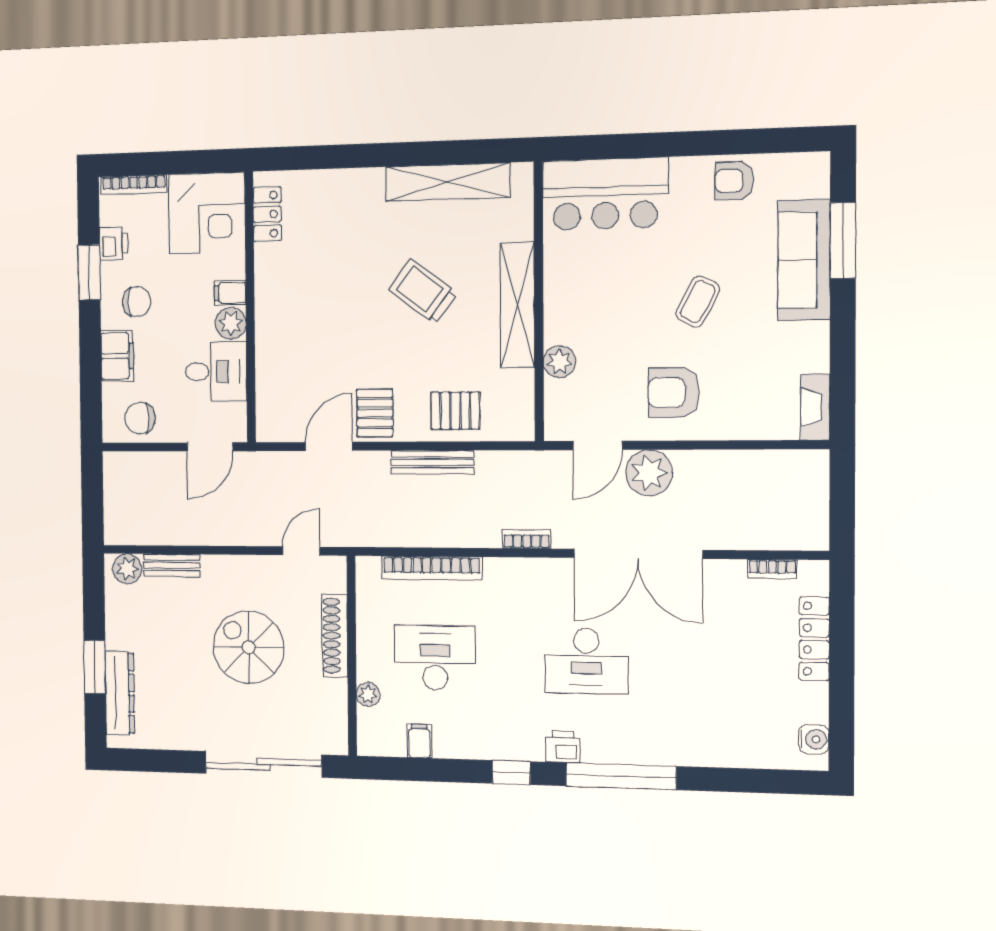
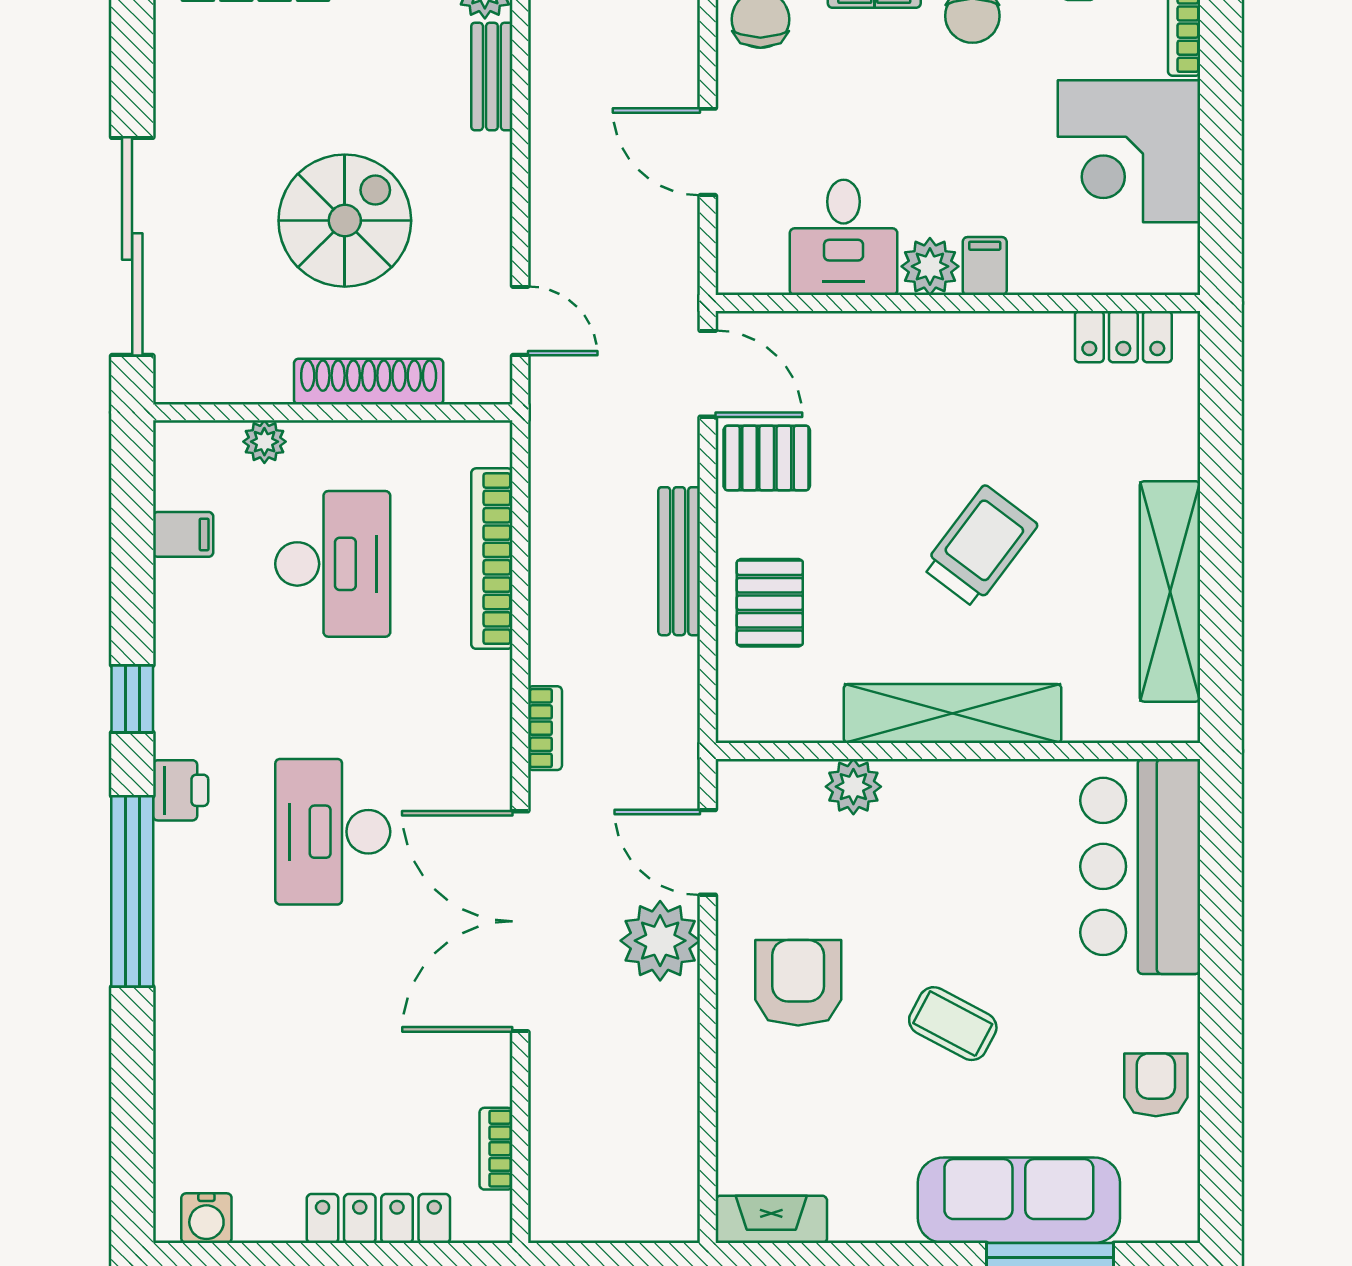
locker: (267, 214) -> (1123, 337), moved
filing cabinet: (230, 293) -> (985, 266), moved
wall: (250, 307) -> (958, 303), moved
plant: (231, 323) -> (930, 266), moved
desk: (216, 372) -> (844, 237), moved

